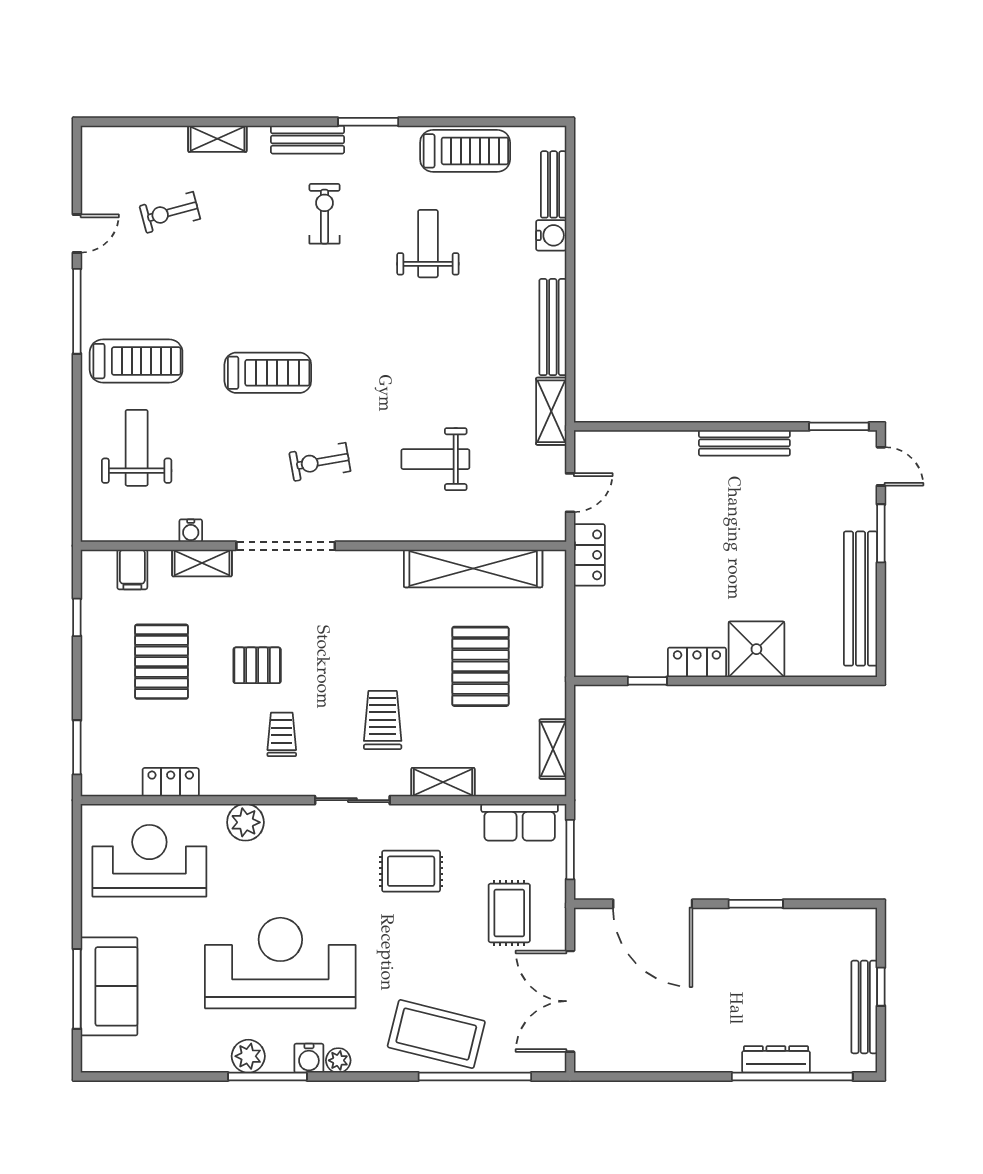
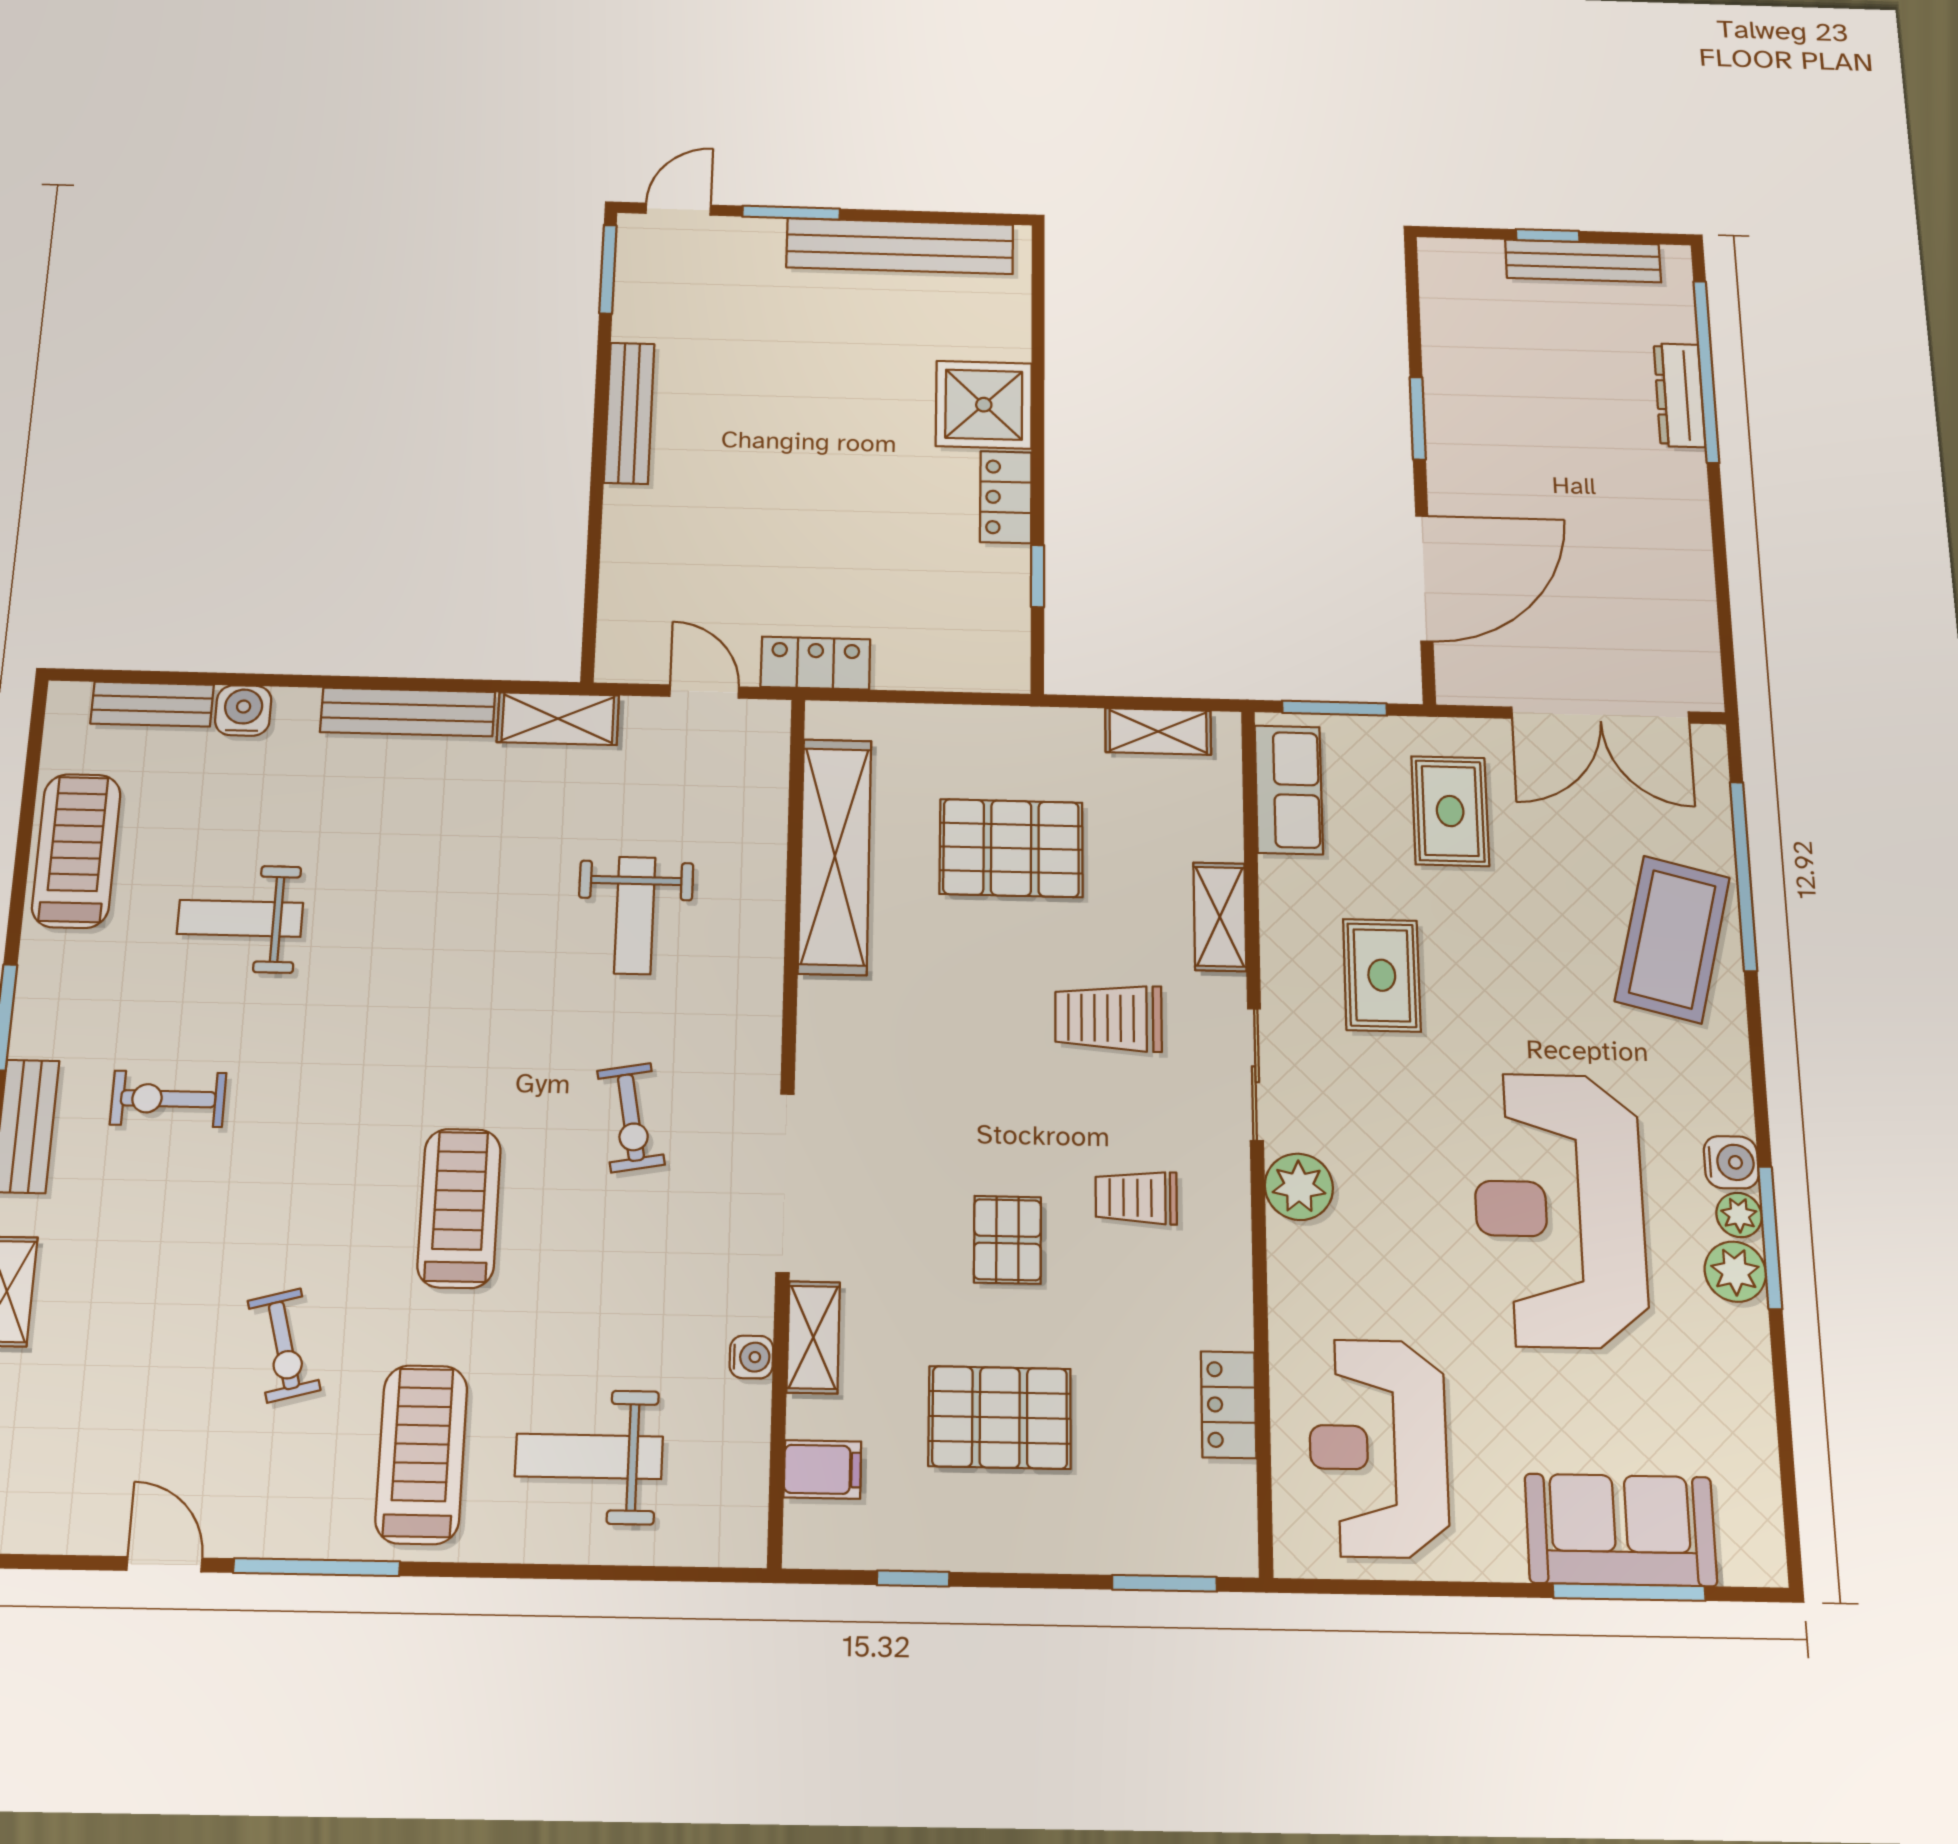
exercise bike: (170, 212) -> (284, 1345), moved
plant: (245, 822) -> (1299, 1187), moved
rug: (509, 913) -> (1450, 811), turned 90
plant: (338, 1060) -> (1739, 1215), moved

